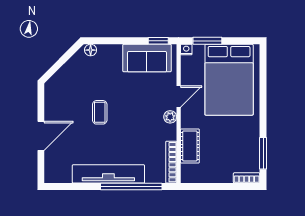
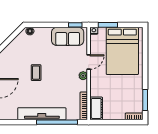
cot: (190, 146) -> (96, 108), moved

